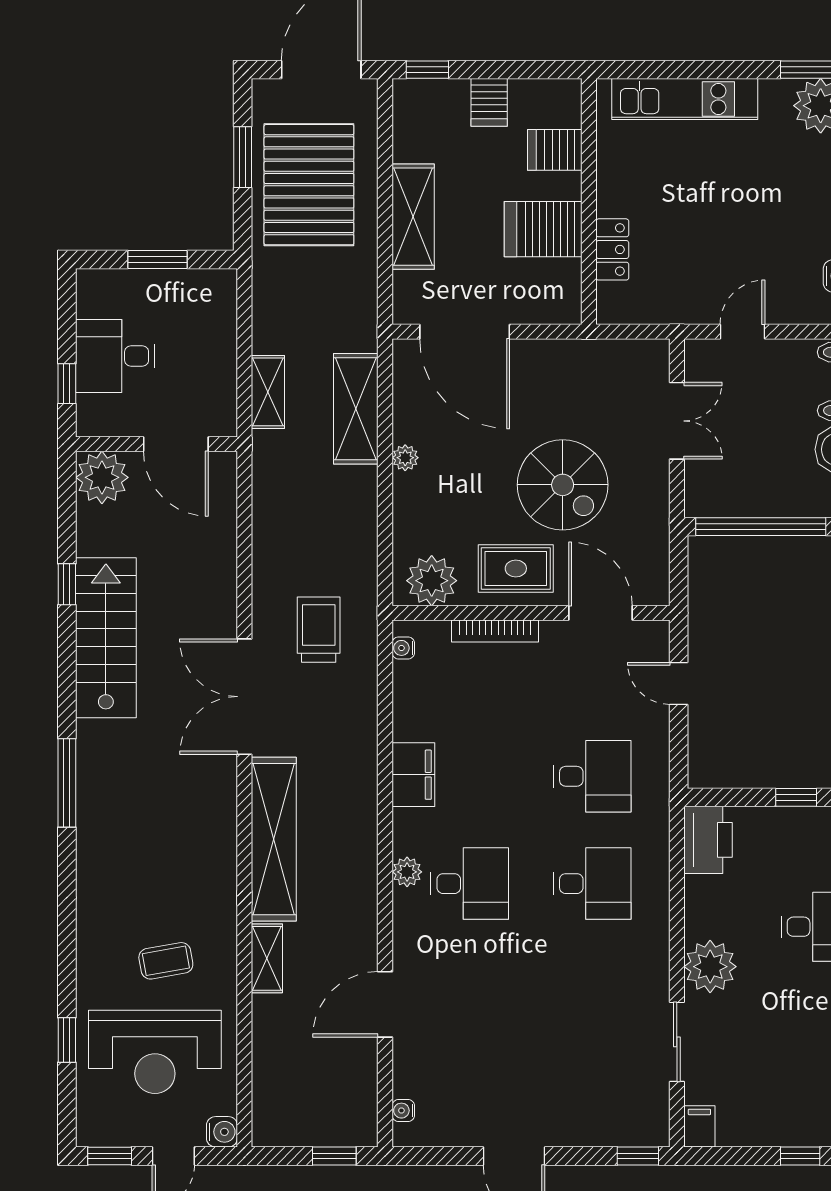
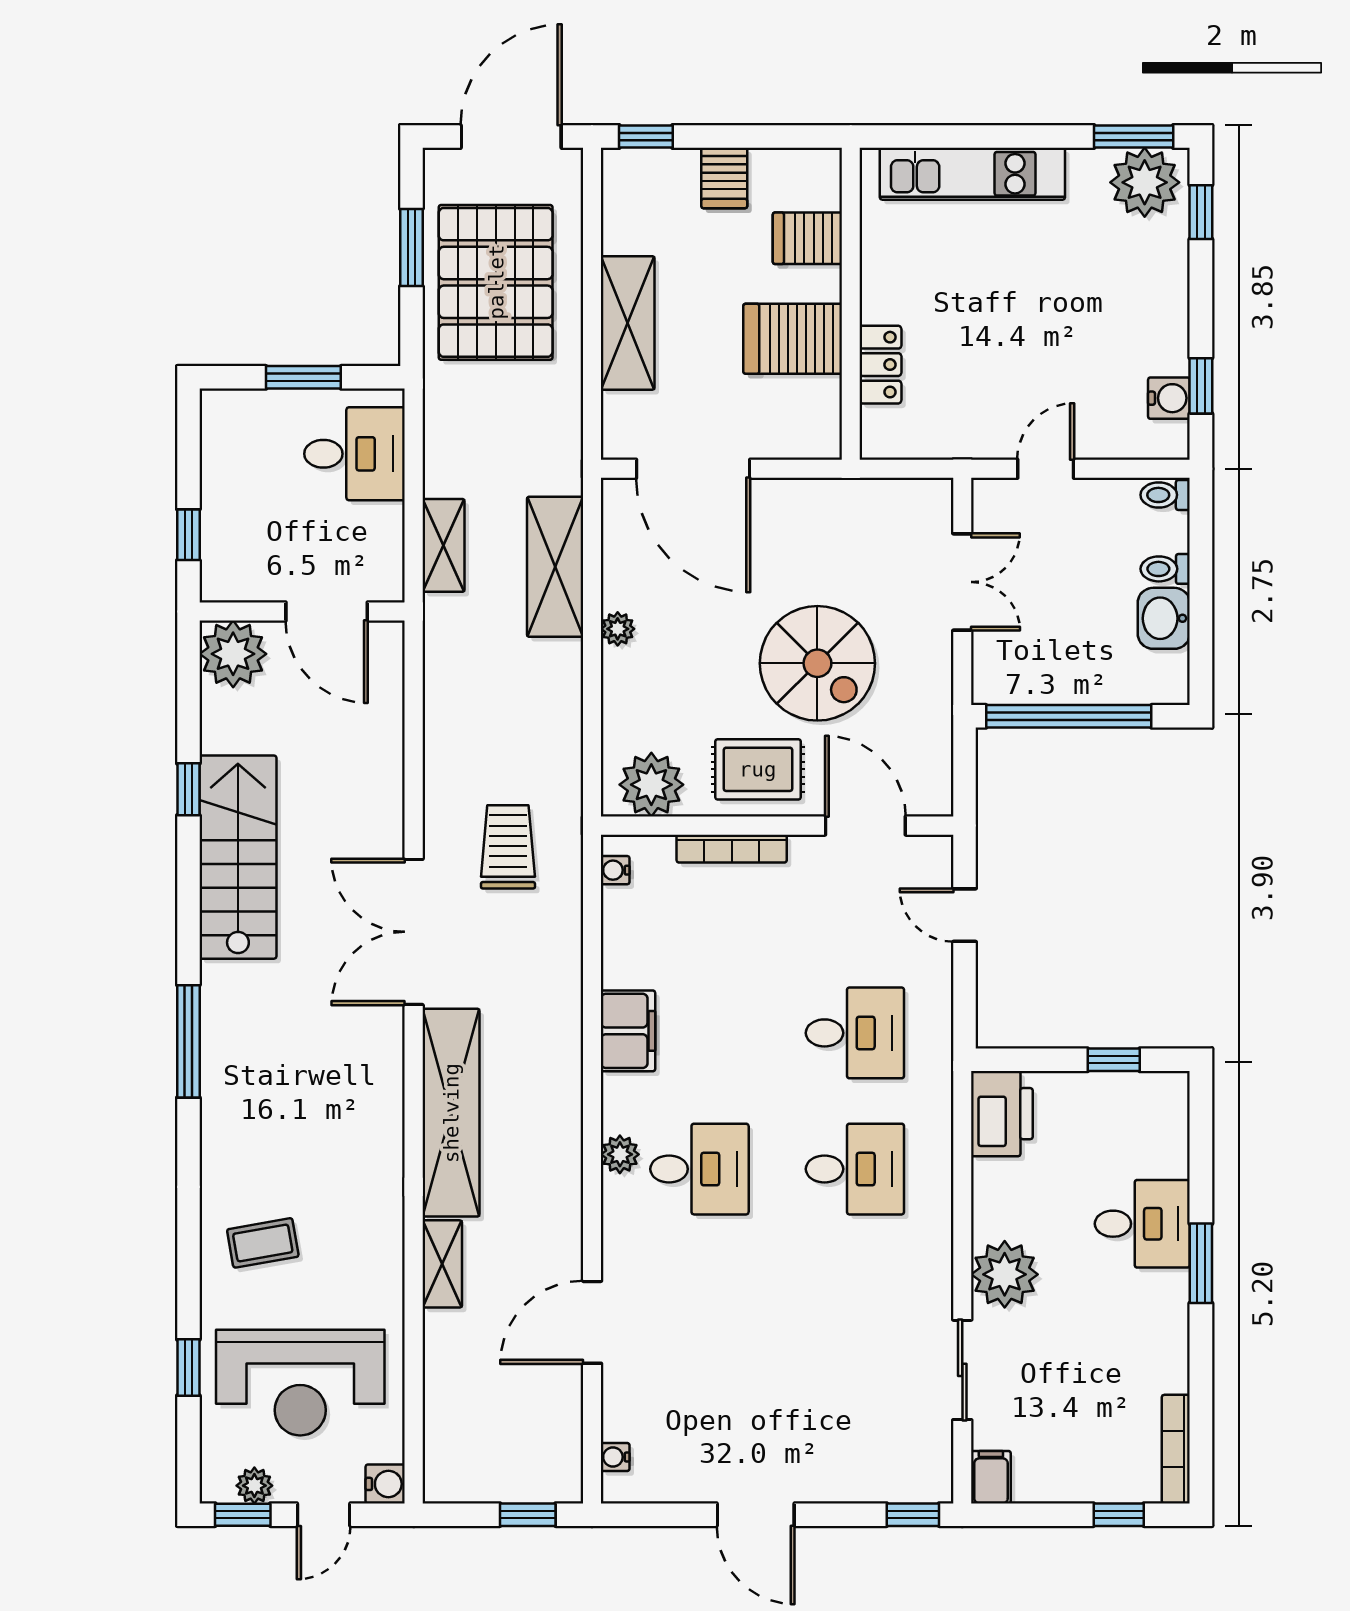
desk: (115, 356) -> (355, 454), moved, turned 180
coffee table: (166, 961) -> (263, 1243), moved
plant: (119, 1133) -> (254, 1486), added

